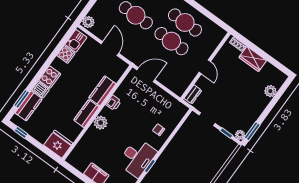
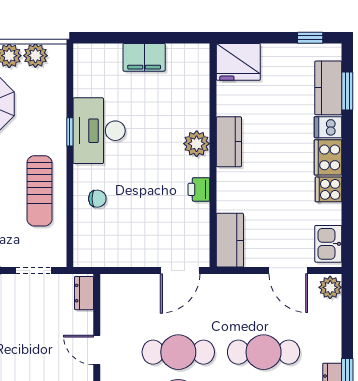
door: (110, 49) -> (288, 270), moved
cooker: (66, 54) -> (329, 189), moved
kitchen counter: (102, 91) -> (230, 240), moved
sun lounger: (180, 151) -> (39, 191), added

